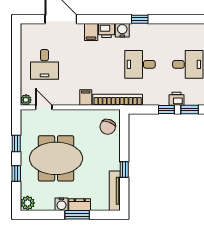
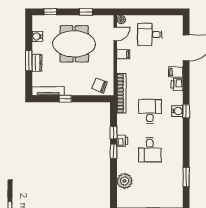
water cooler: (122, 30) -> (177, 111), moved
filing cabinet: (86, 97) -> (123, 54), moved
meeting table: (56, 158) -> (74, 44), turned 90
window: (16, 174) -> (50, 12), moved
plant: (28, 203) -> (38, 21), removed
water cooler: (61, 204) -> (37, 36), moved

